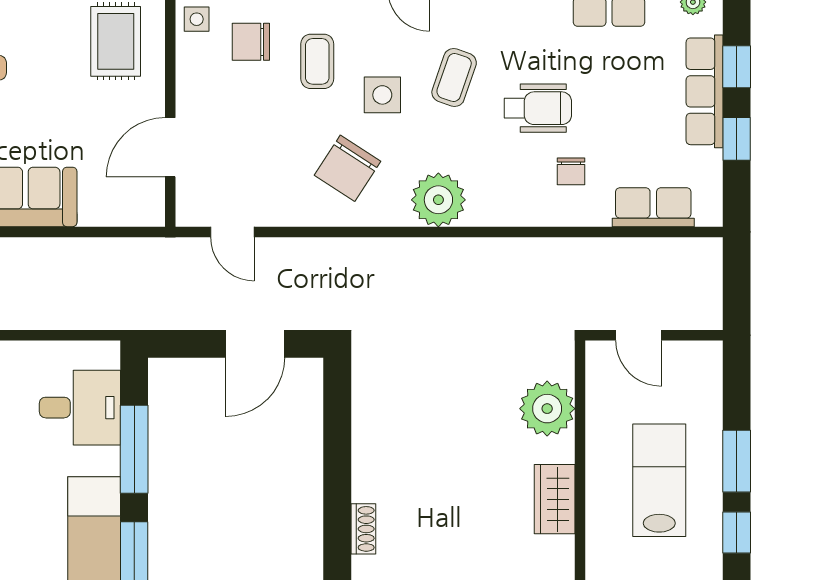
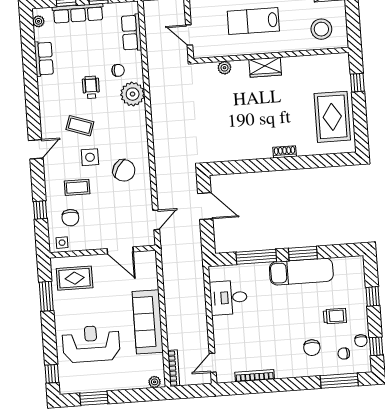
wheelchair: (538, 108) -> (91, 87), width x0.73, depth x0.73
plant: (438, 200) -> (133, 94), moved
door: (638, 335) -> (189, 35), swing flipped
desk: (80, 408) -> (228, 298), moved, turned -90
plant: (547, 409) -> (224, 68), width x0.53, depth x0.53

